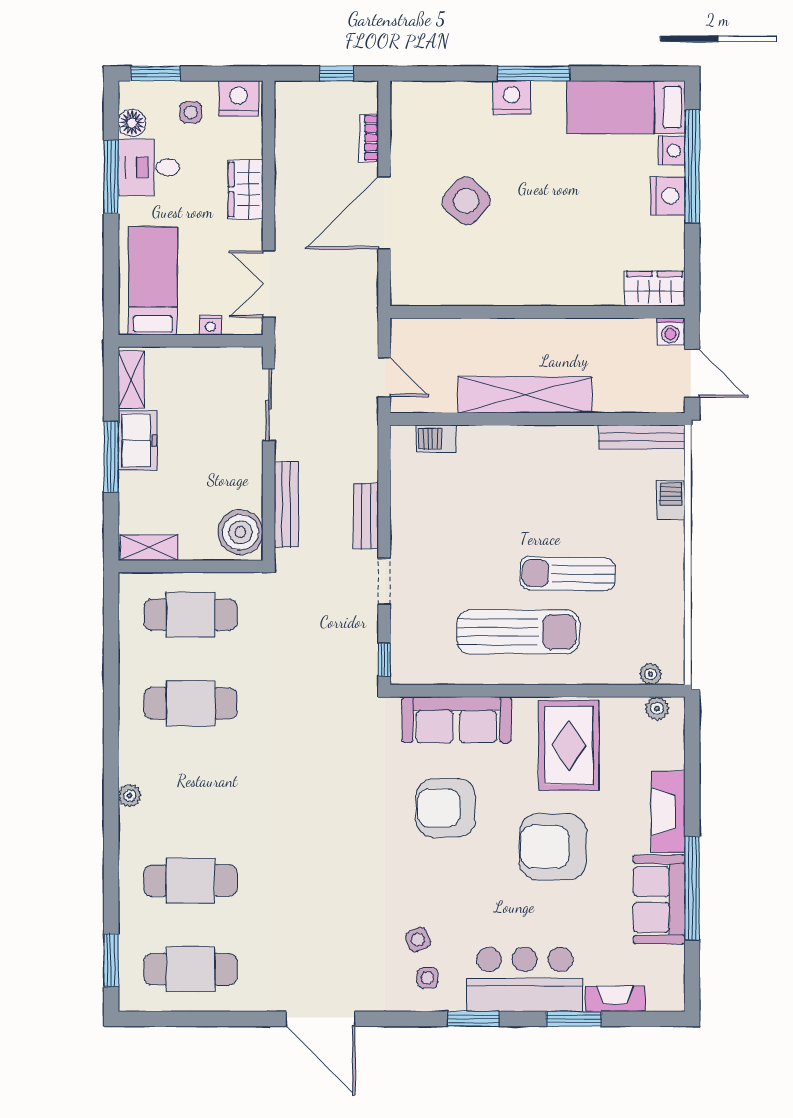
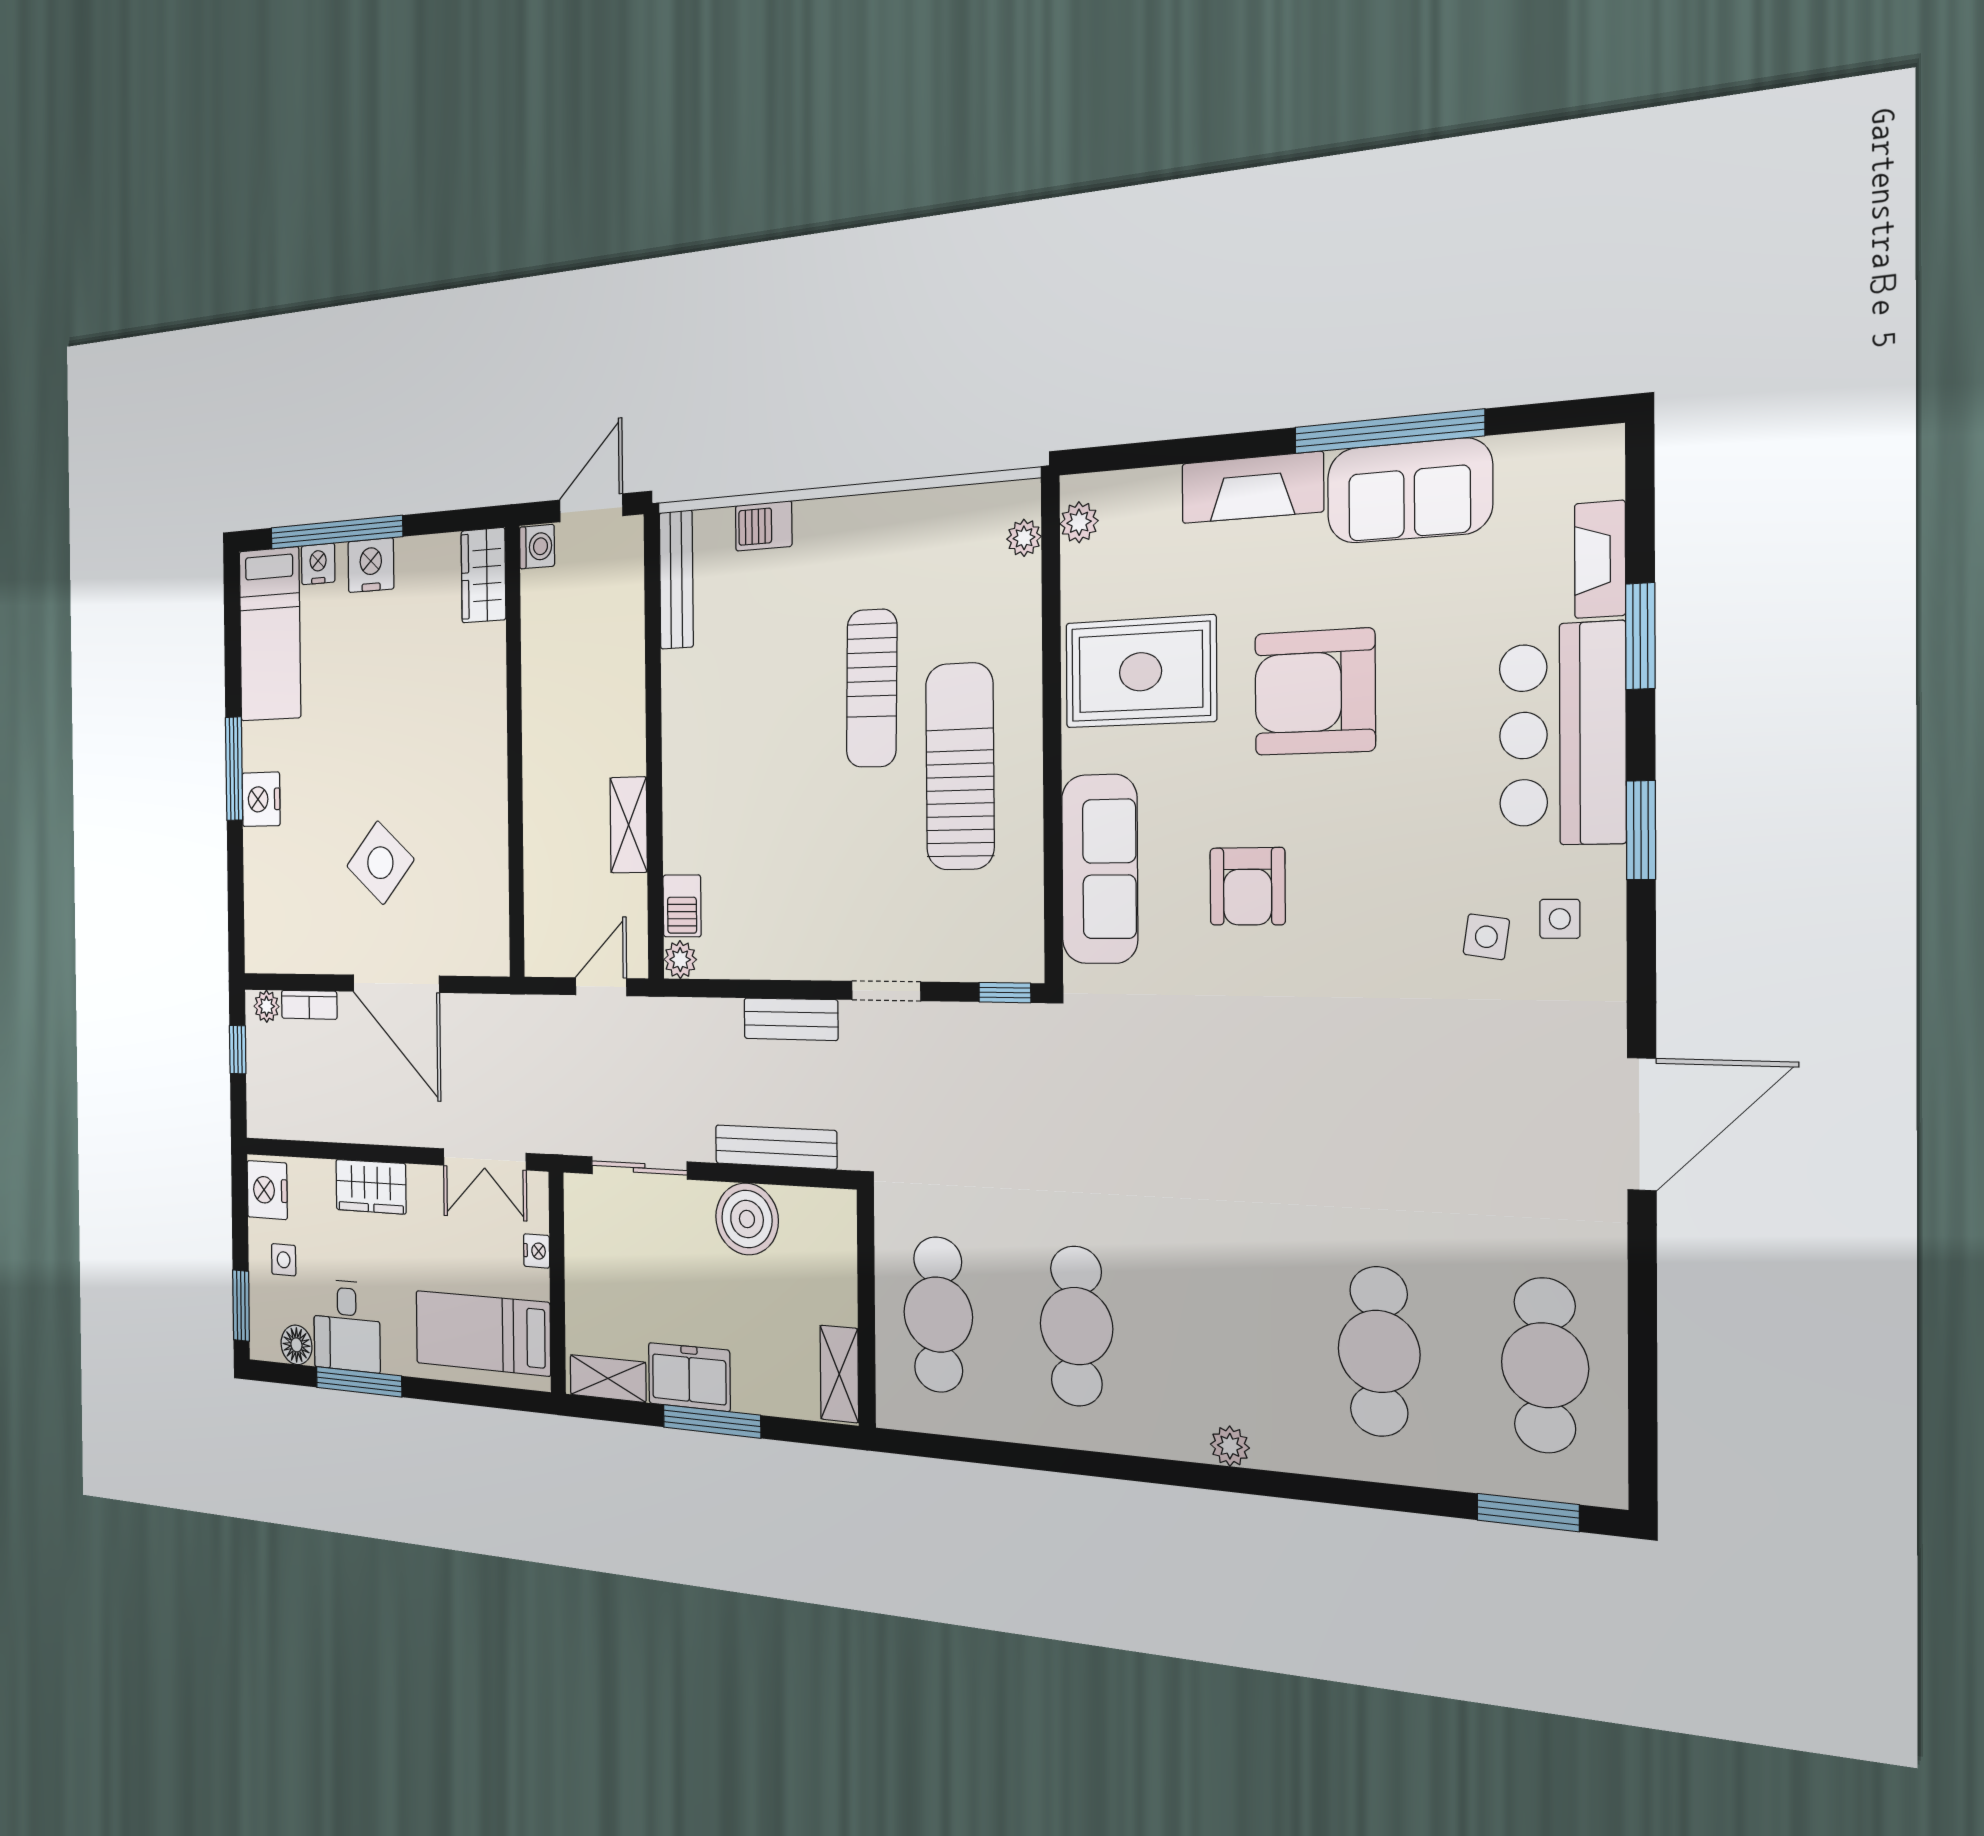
plant: (367, 100) -> (267, 1006), added
shelving: (525, 395) -> (629, 825), width x0.45, depth x0.75
plant: (402, 437) -> (680, 960), added
boiler: (240, 532) -> (747, 1219), moved
armchair: (446, 808) -> (1248, 886), width x0.73, depth x0.73
armchair: (553, 847) -> (1315, 692), turned 90
side table: (418, 940) -> (1486, 937), turned 31

